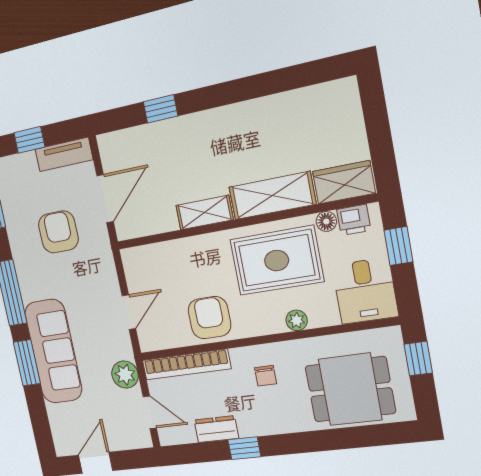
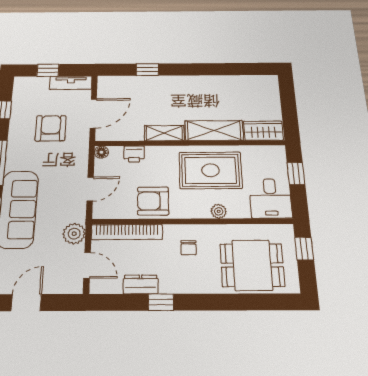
printer: (354, 220) -> (134, 154), moved
floor lamp: (326, 221) -> (101, 152), moved
armchair: (209, 318) -> (153, 201), turned -90

